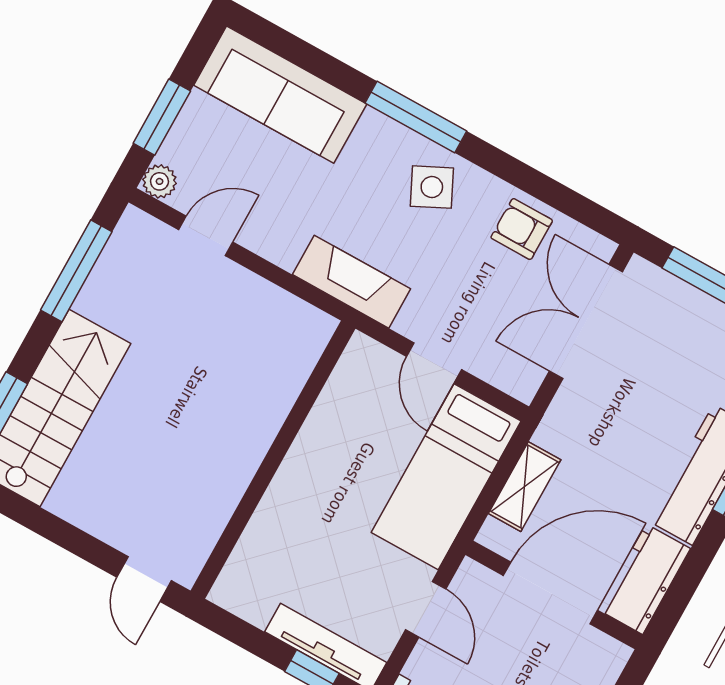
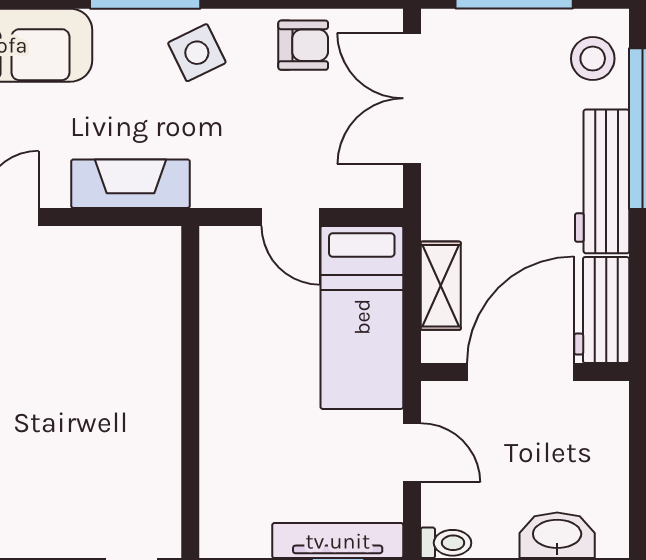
armchair: (522, 229) -> (303, 45), turned 180
fireplace: (351, 282) -> (130, 184), moved

